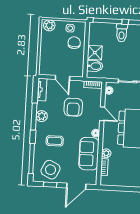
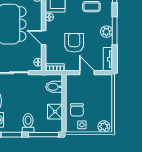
shower: (95, 53) -> (55, 112), moved

